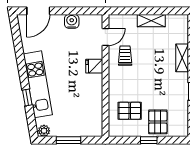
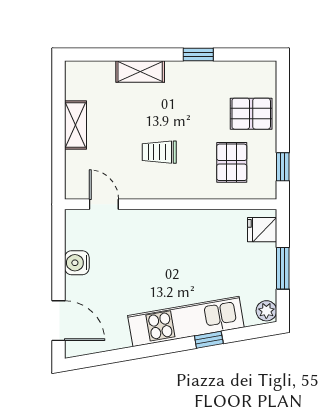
trolley: (125, 56) -> (159, 152), moved
fridge: (94, 66) -> (262, 230), moved, turned 90
window: (149, 140) -> (283, 167), moved

